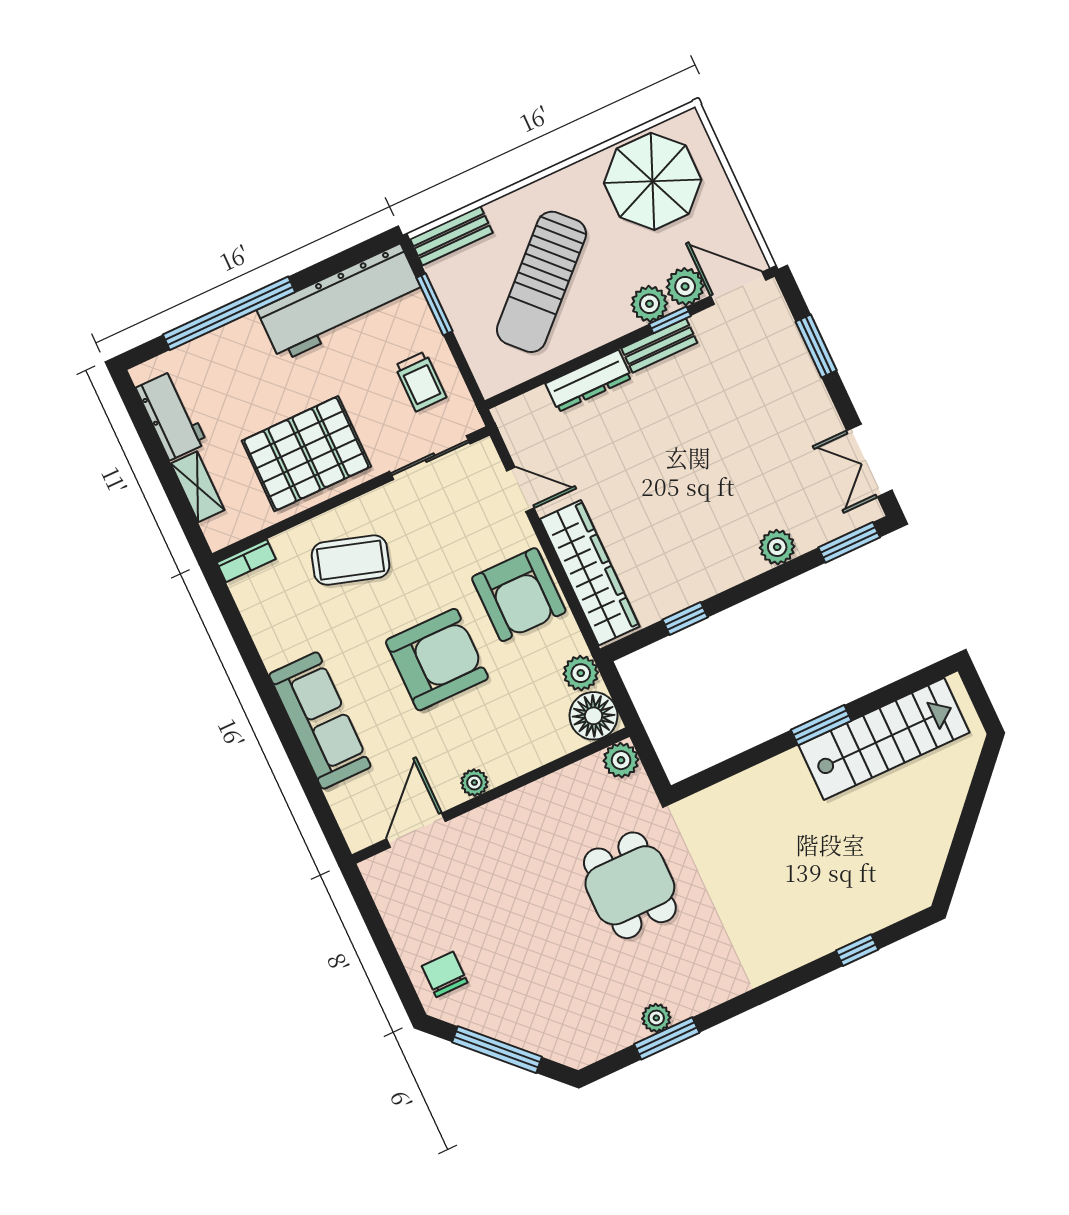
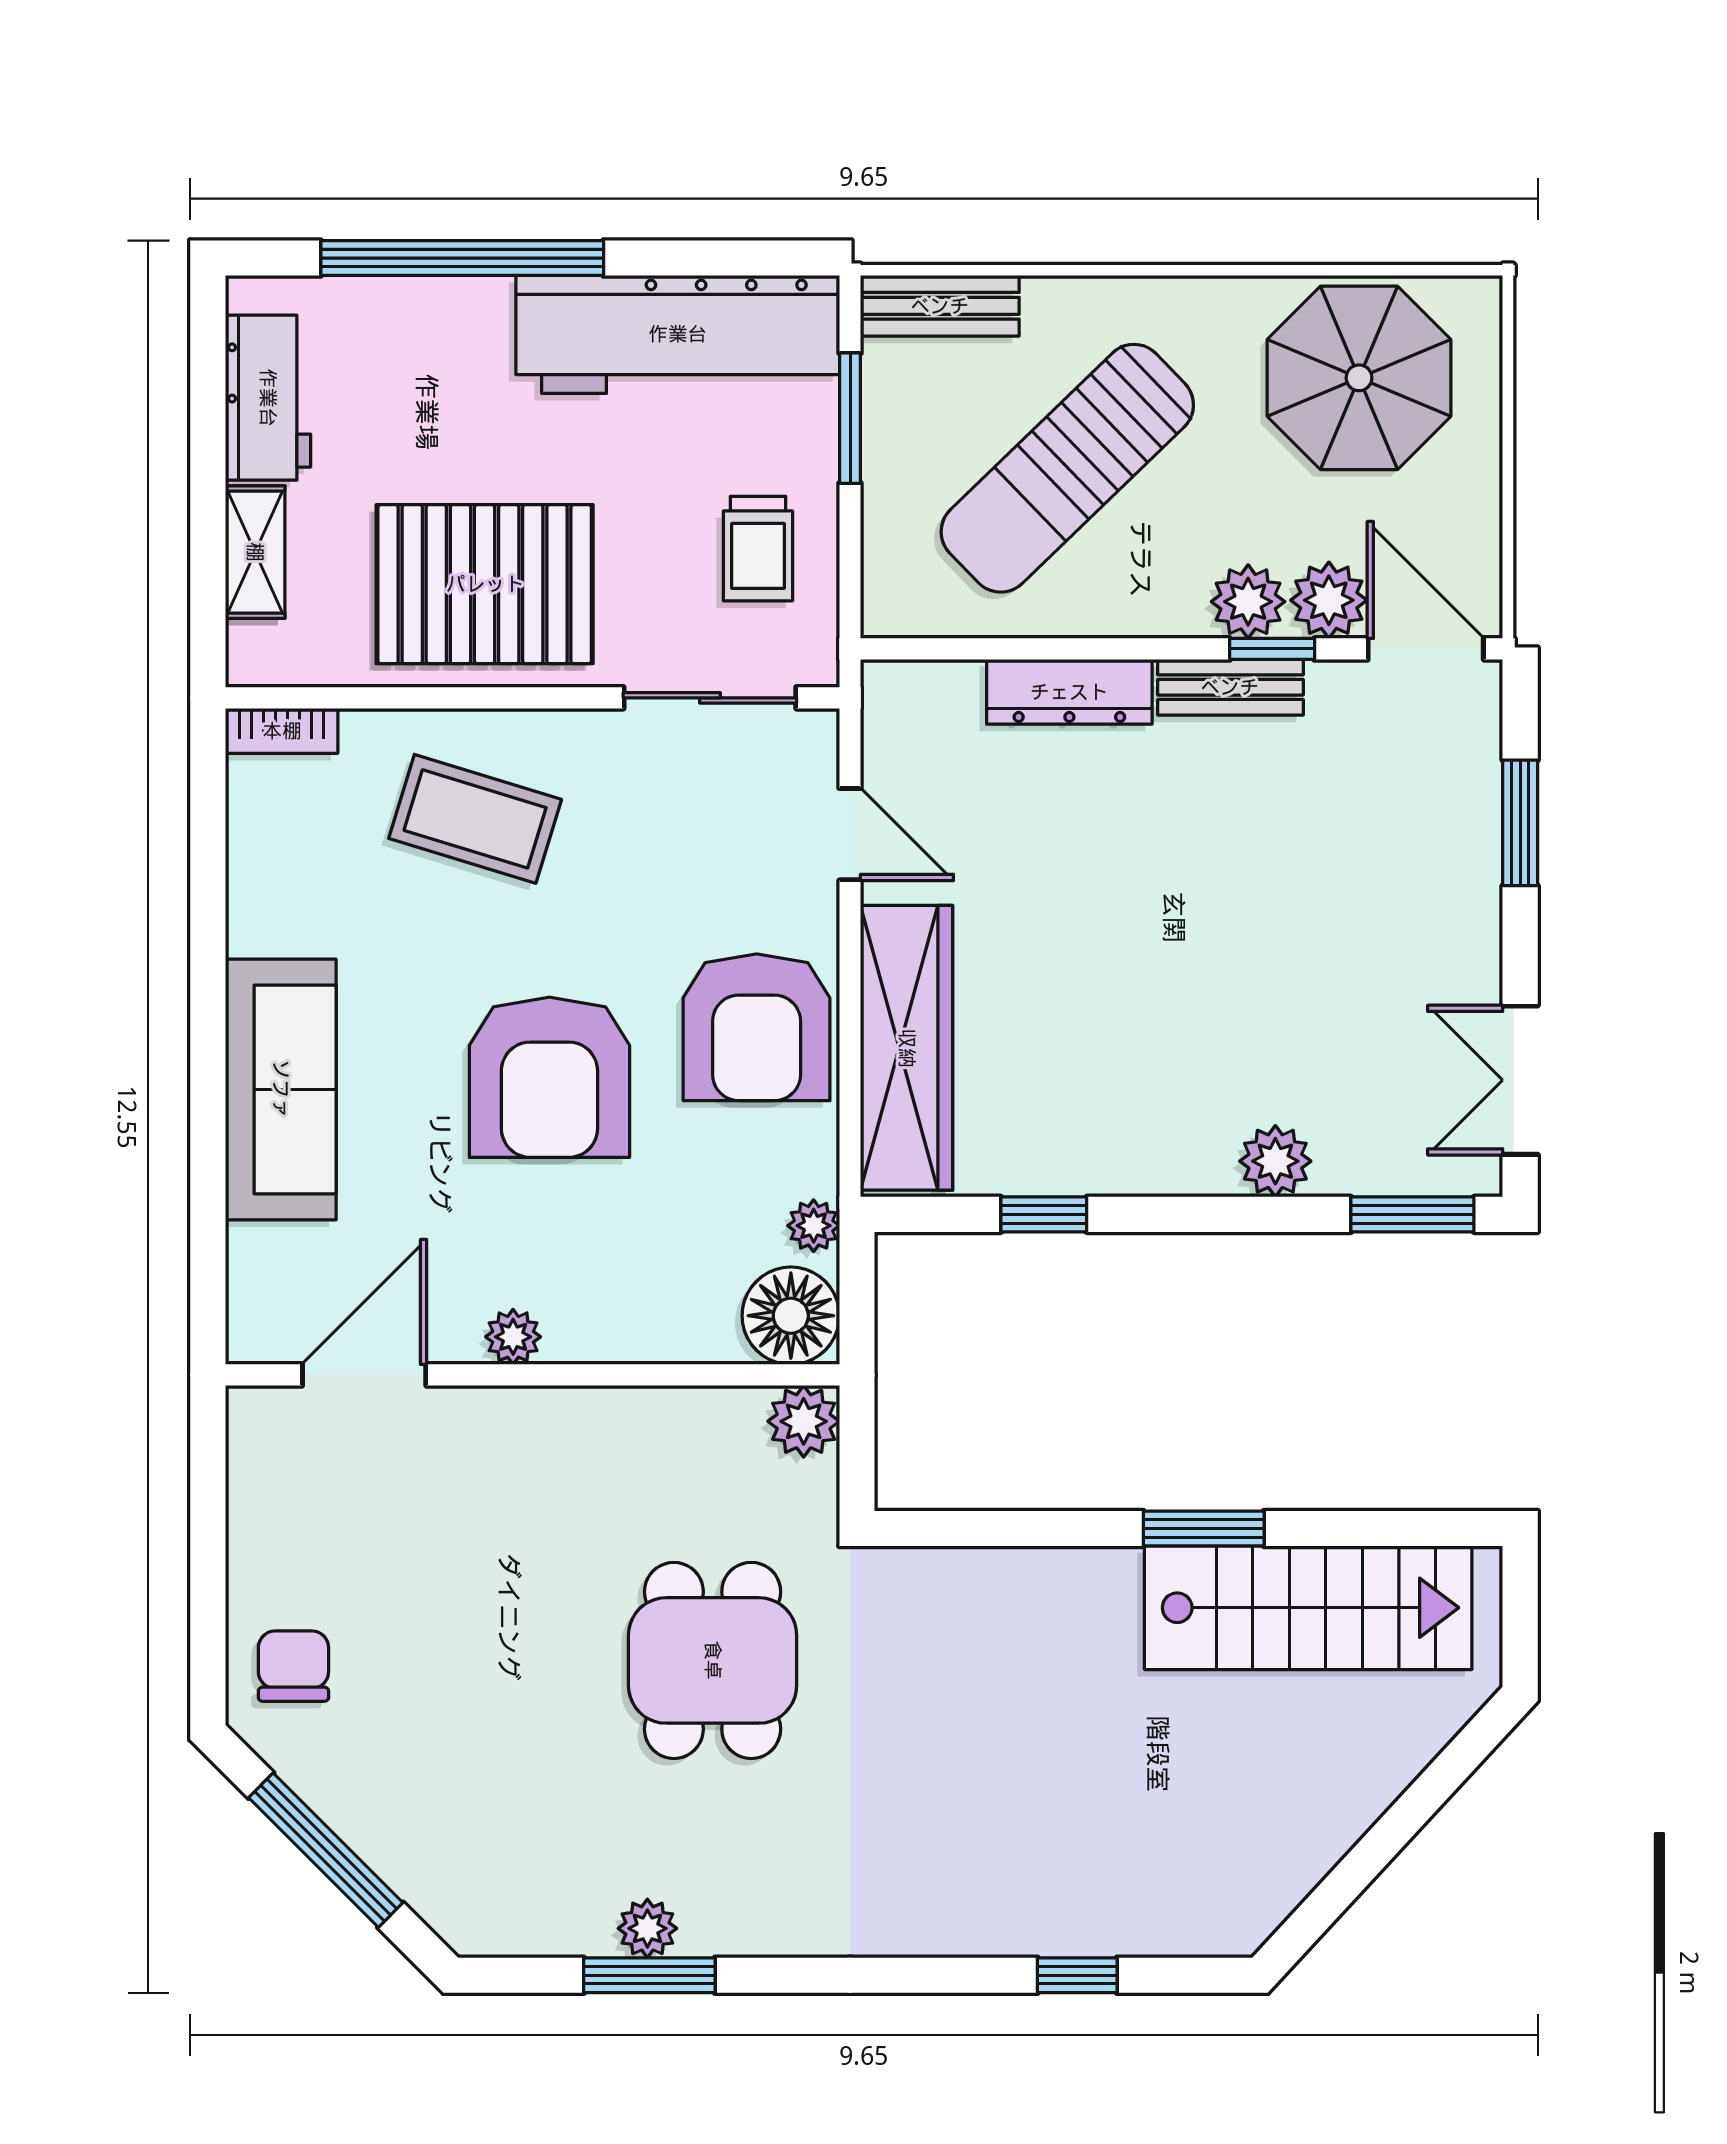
armchair: (437, 660) -> (549, 1077), turned 90
plant: (581, 673) -> (814, 1226), width x0.73, depth x0.73

